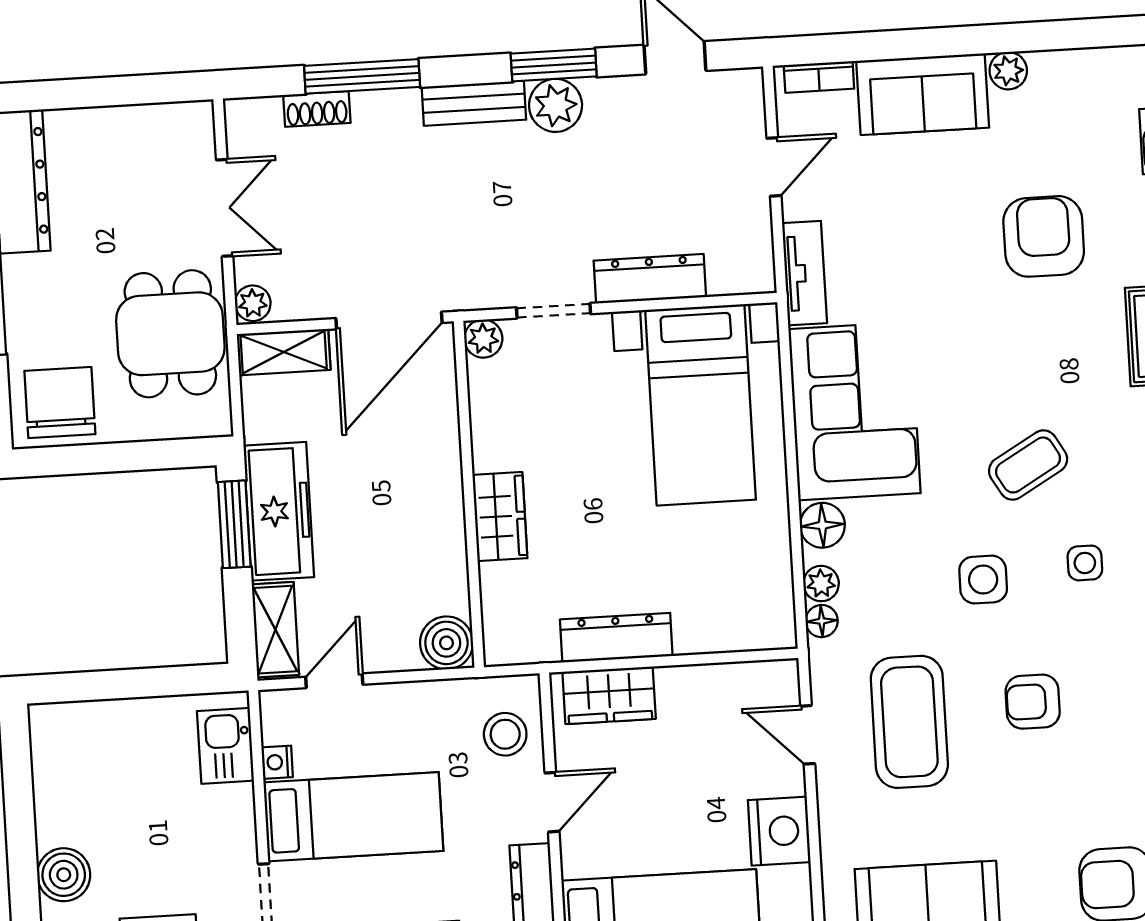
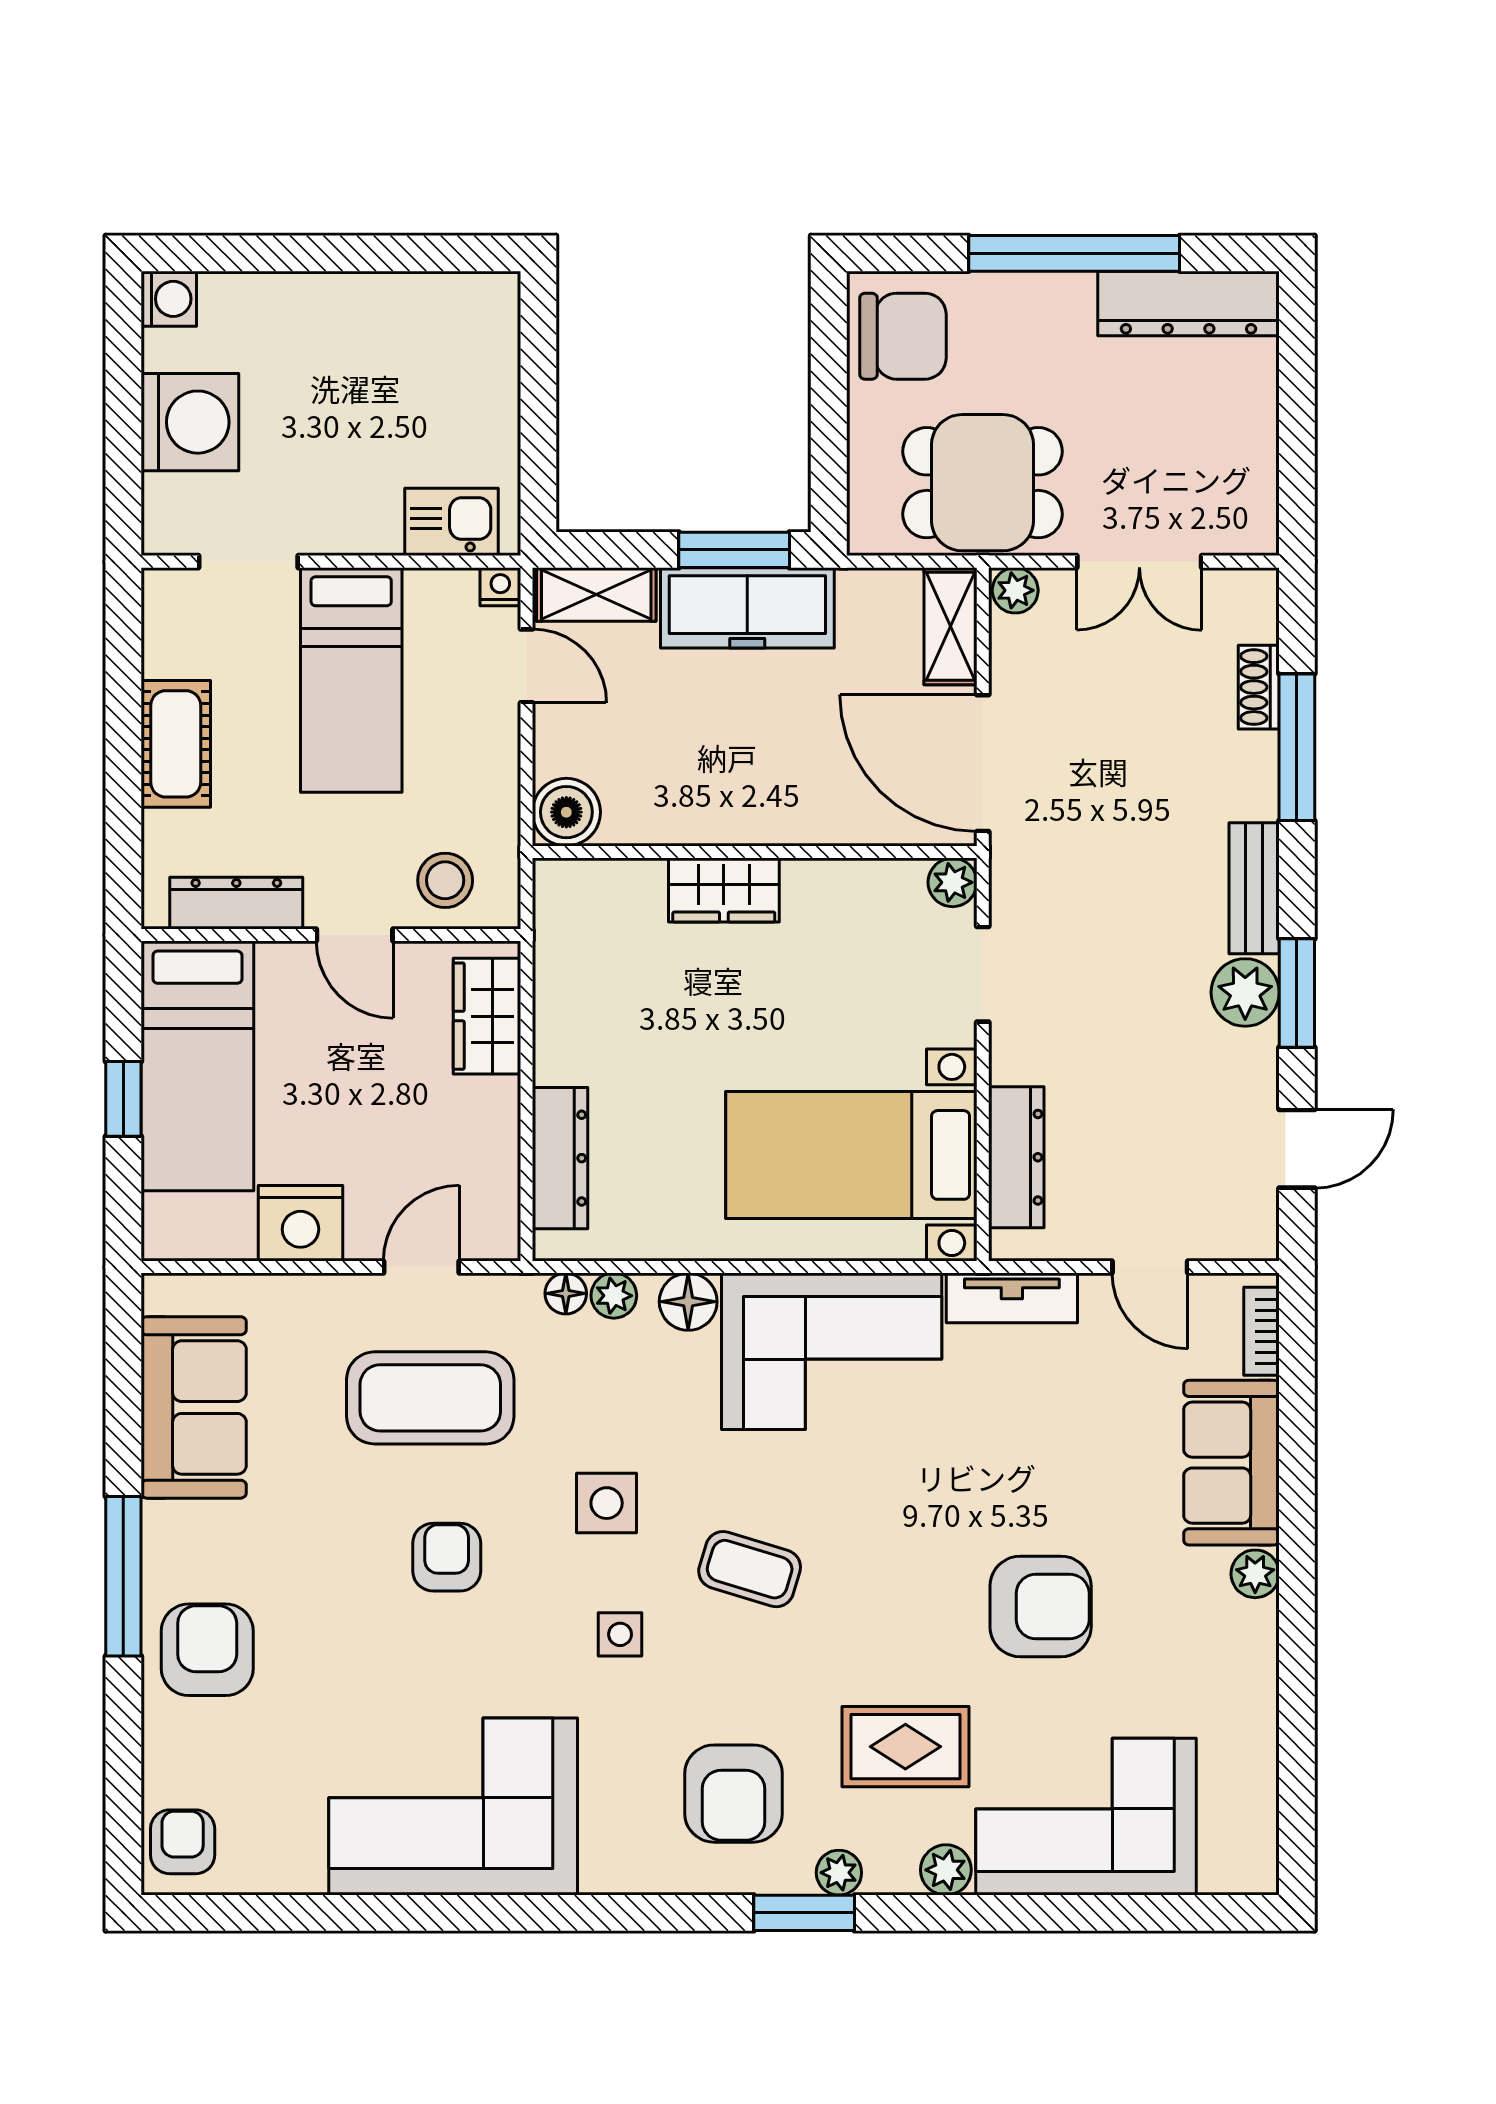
dresser: (650, 279) -> (1016, 1157), moved
coffee table: (1028, 465) -> (750, 1569), turned -43
dresser: (616, 638) -> (560, 1158), moved
nightstand: (277, 762) -> (500, 587), moved
boiler: (64, 875) -> (299, 305), removed

